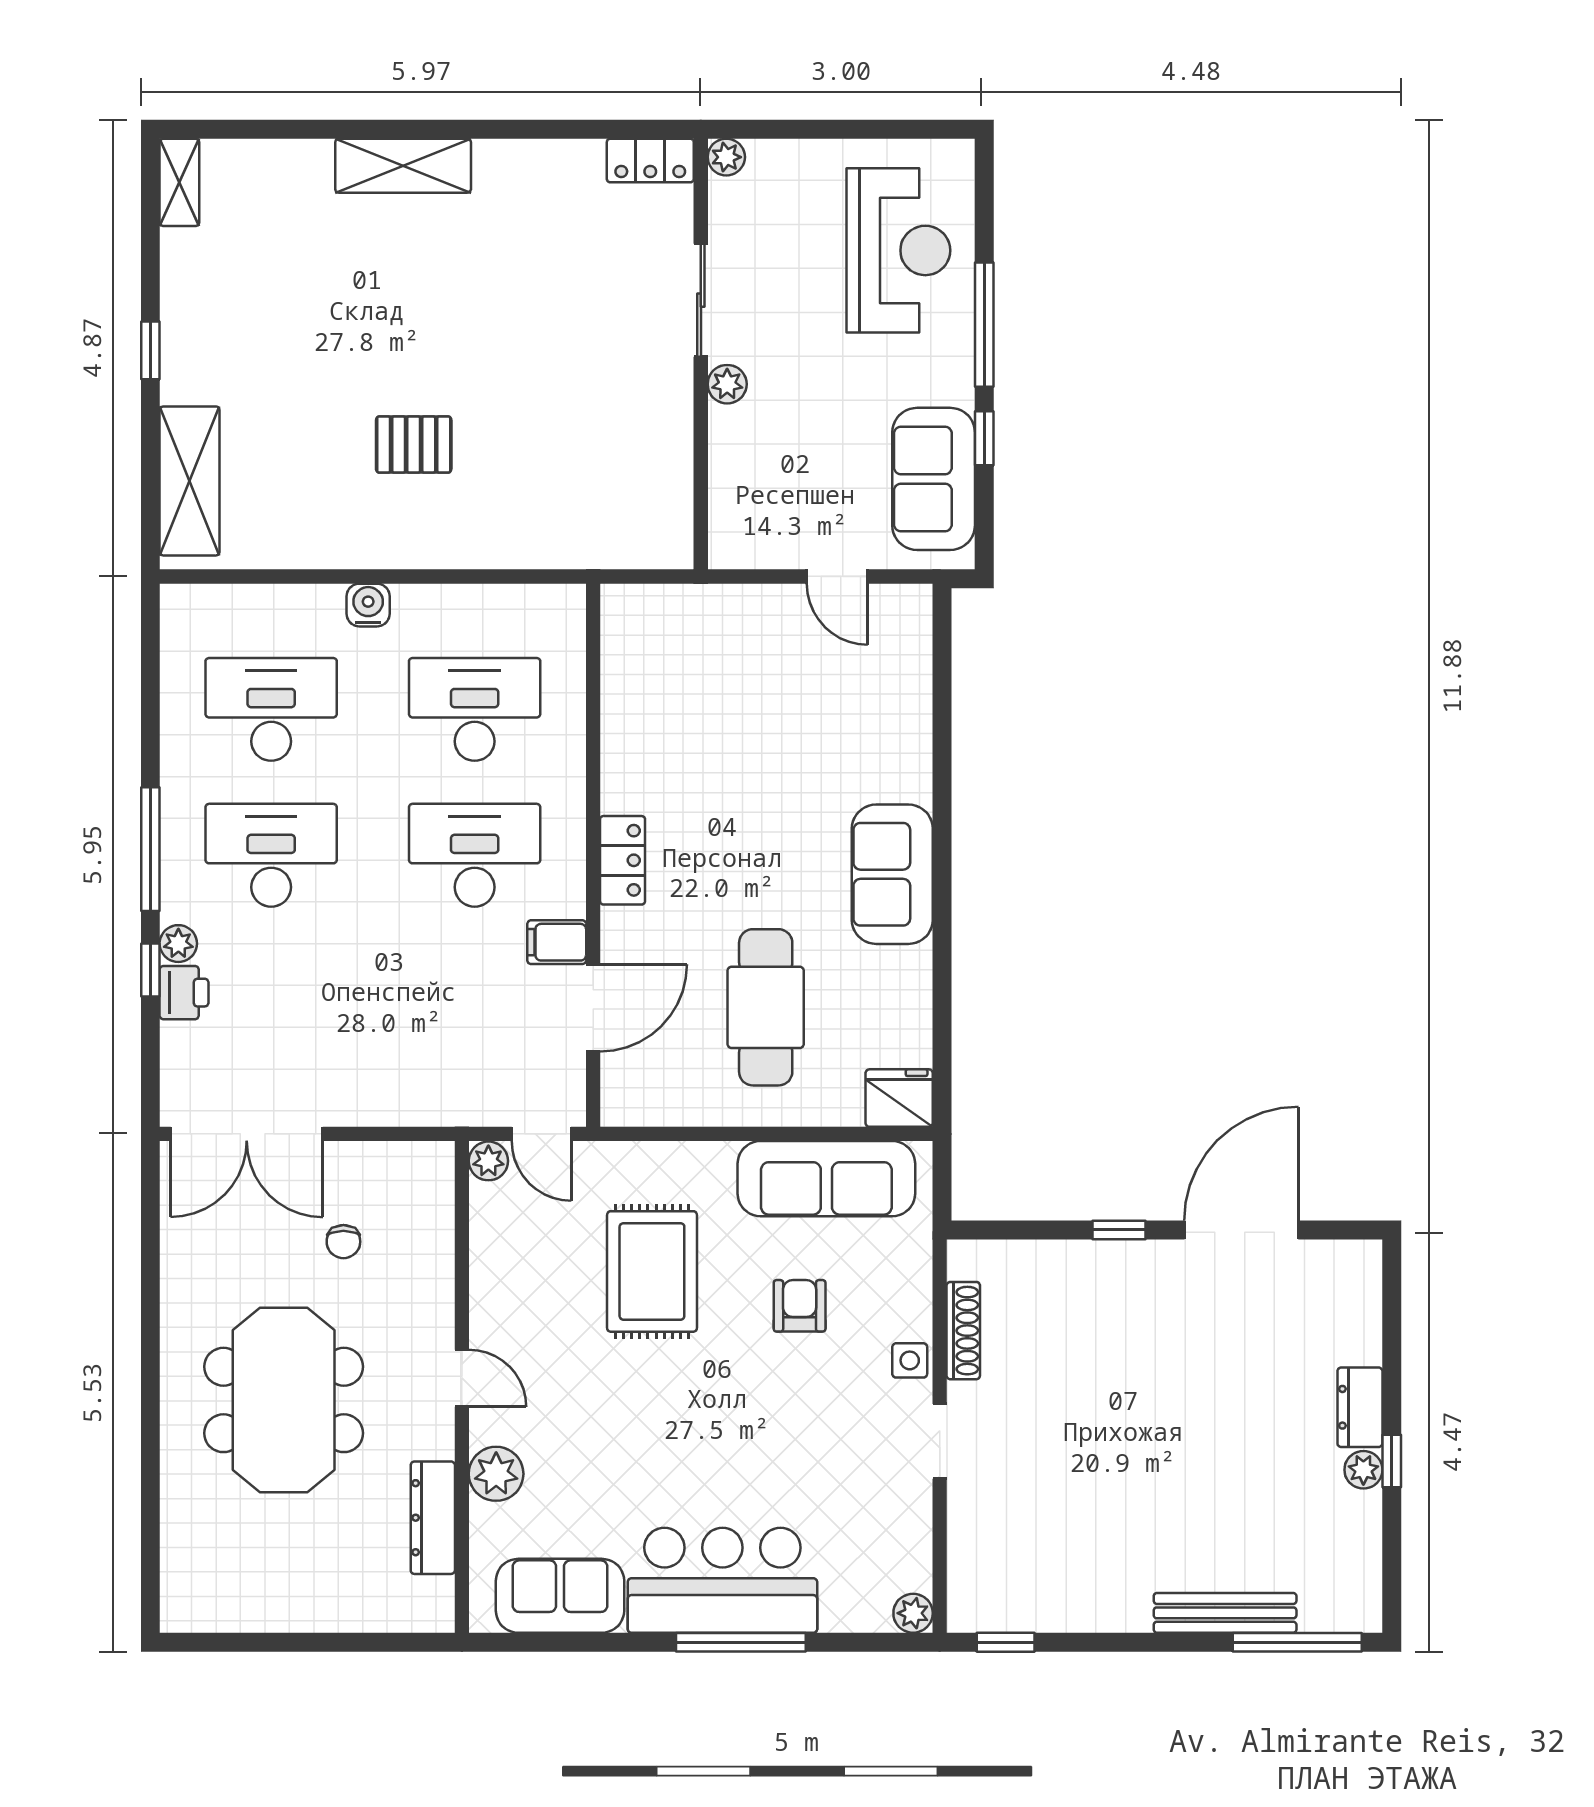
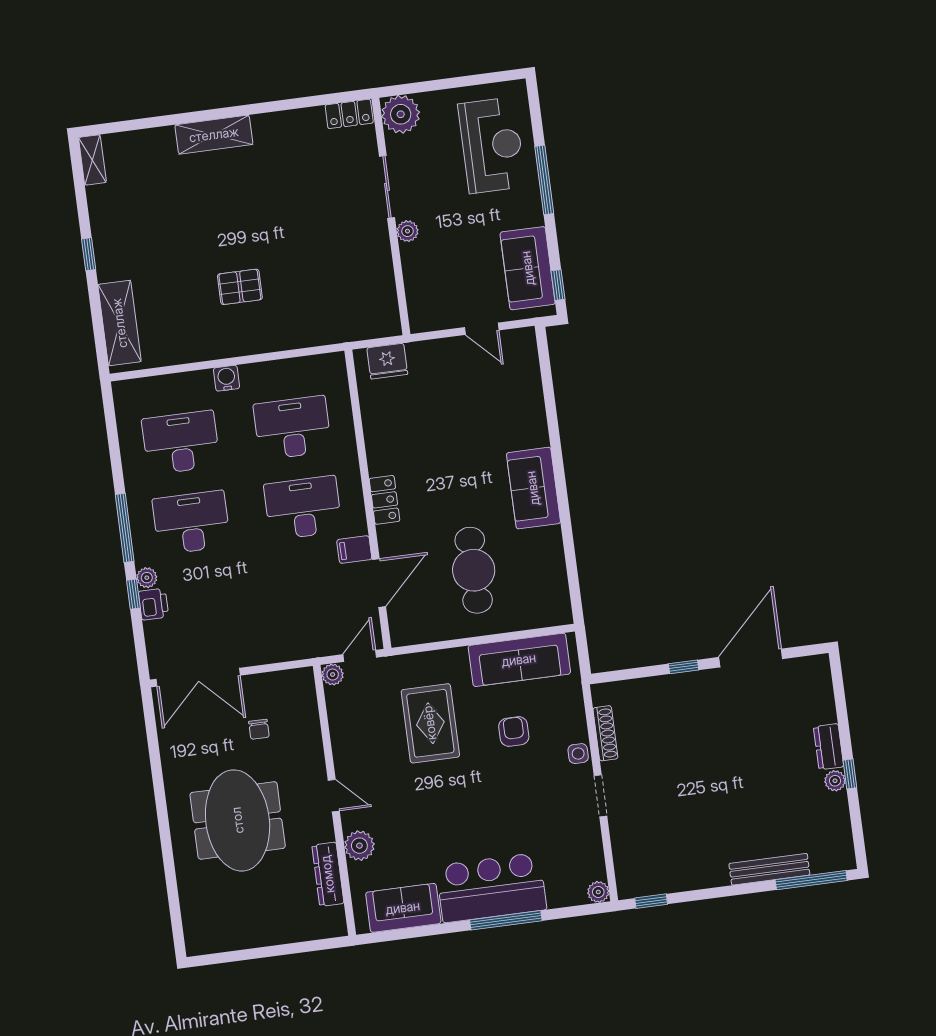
plant: (726, 157) -> (401, 114), width x1.88, depth x1.88
window: (984, 438) -> (558, 285), moved
fridge: (899, 1098) -> (387, 361), moved, turned 180
door: (541, 1134) -> (360, 656), swing flipped

